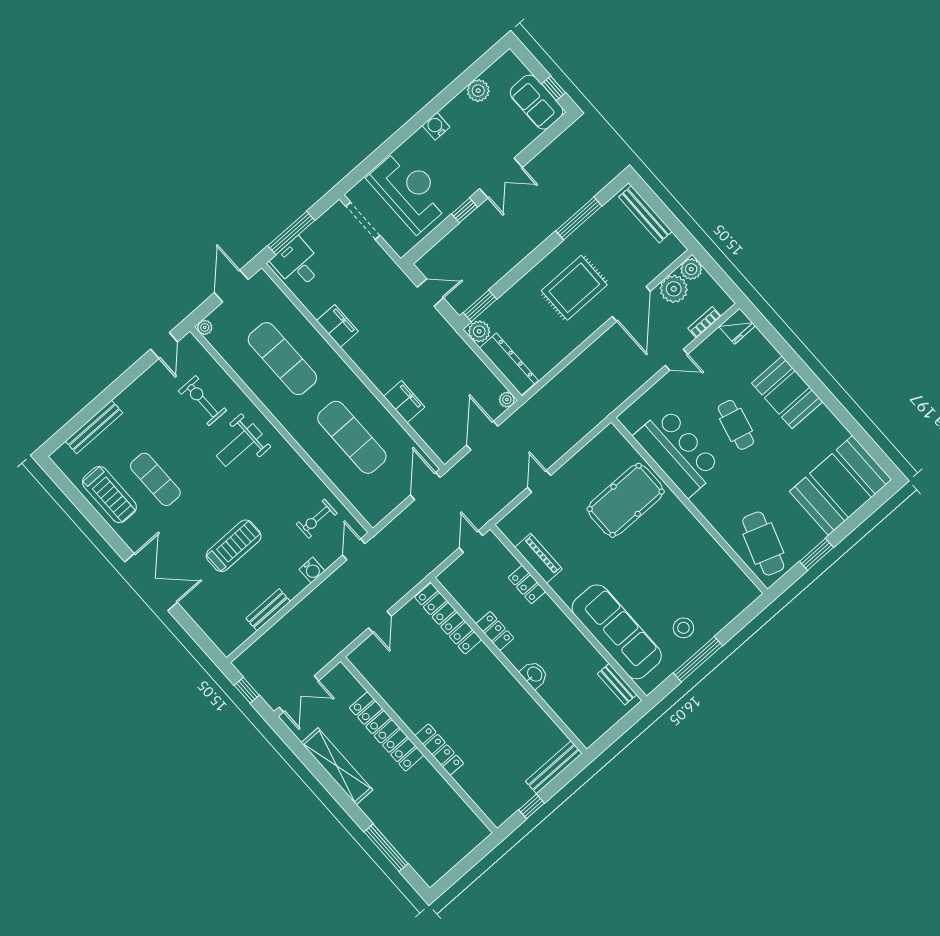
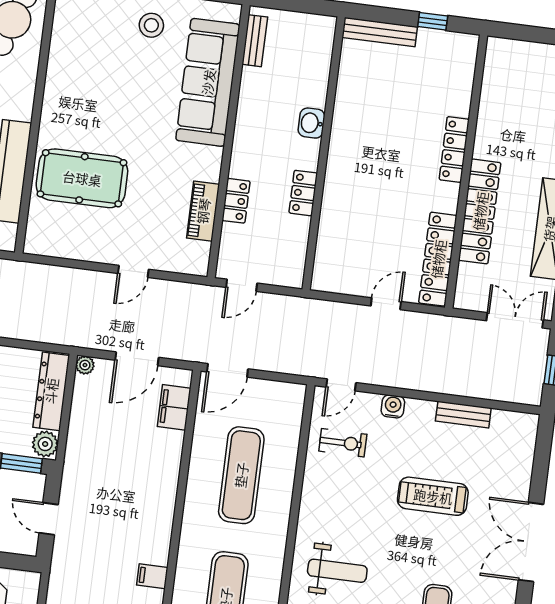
filing cabinet: (337, 326) -> (152, 576), width x0.50
filing cabinet: (404, 402) -> (174, 407), moved
locker: (448, 618) -> (438, 259), moved, turned 180

